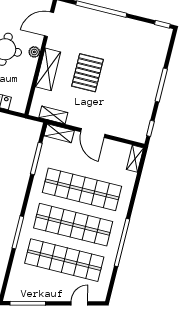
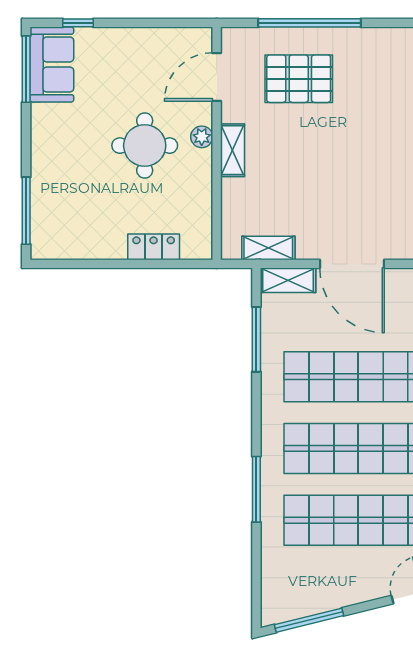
shelving: (48, 69) -> (232, 150), width x0.67, depth x0.75
pallet: (87, 73) -> (299, 79), moved, turned 90
door: (93, 133) -> (352, 264), width x1.36

